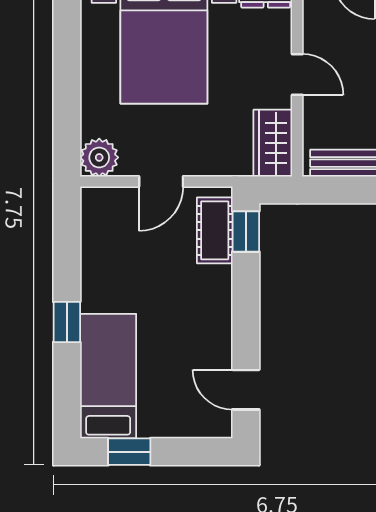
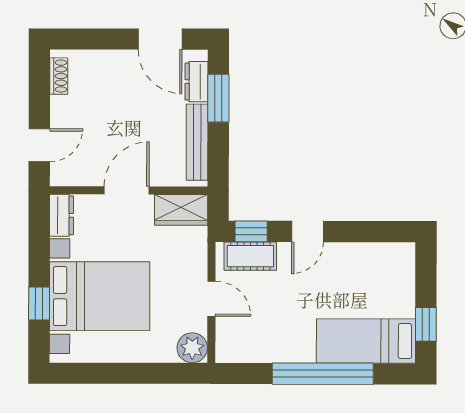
door: (297, 74) -> (127, 190), width x1.38
window: (67, 322) -> (323, 374), width x3.17
door: (246, 390) -> (307, 231), moved

